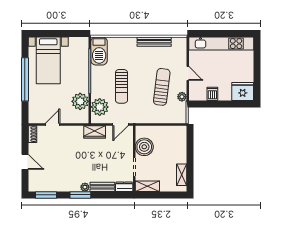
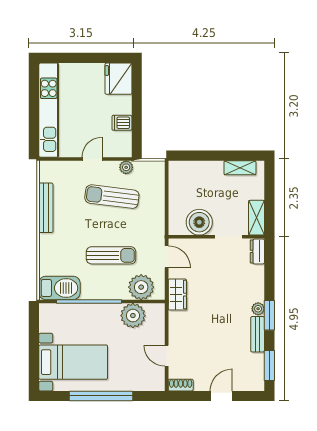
bench: (102, 187) -> (258, 334), moved

